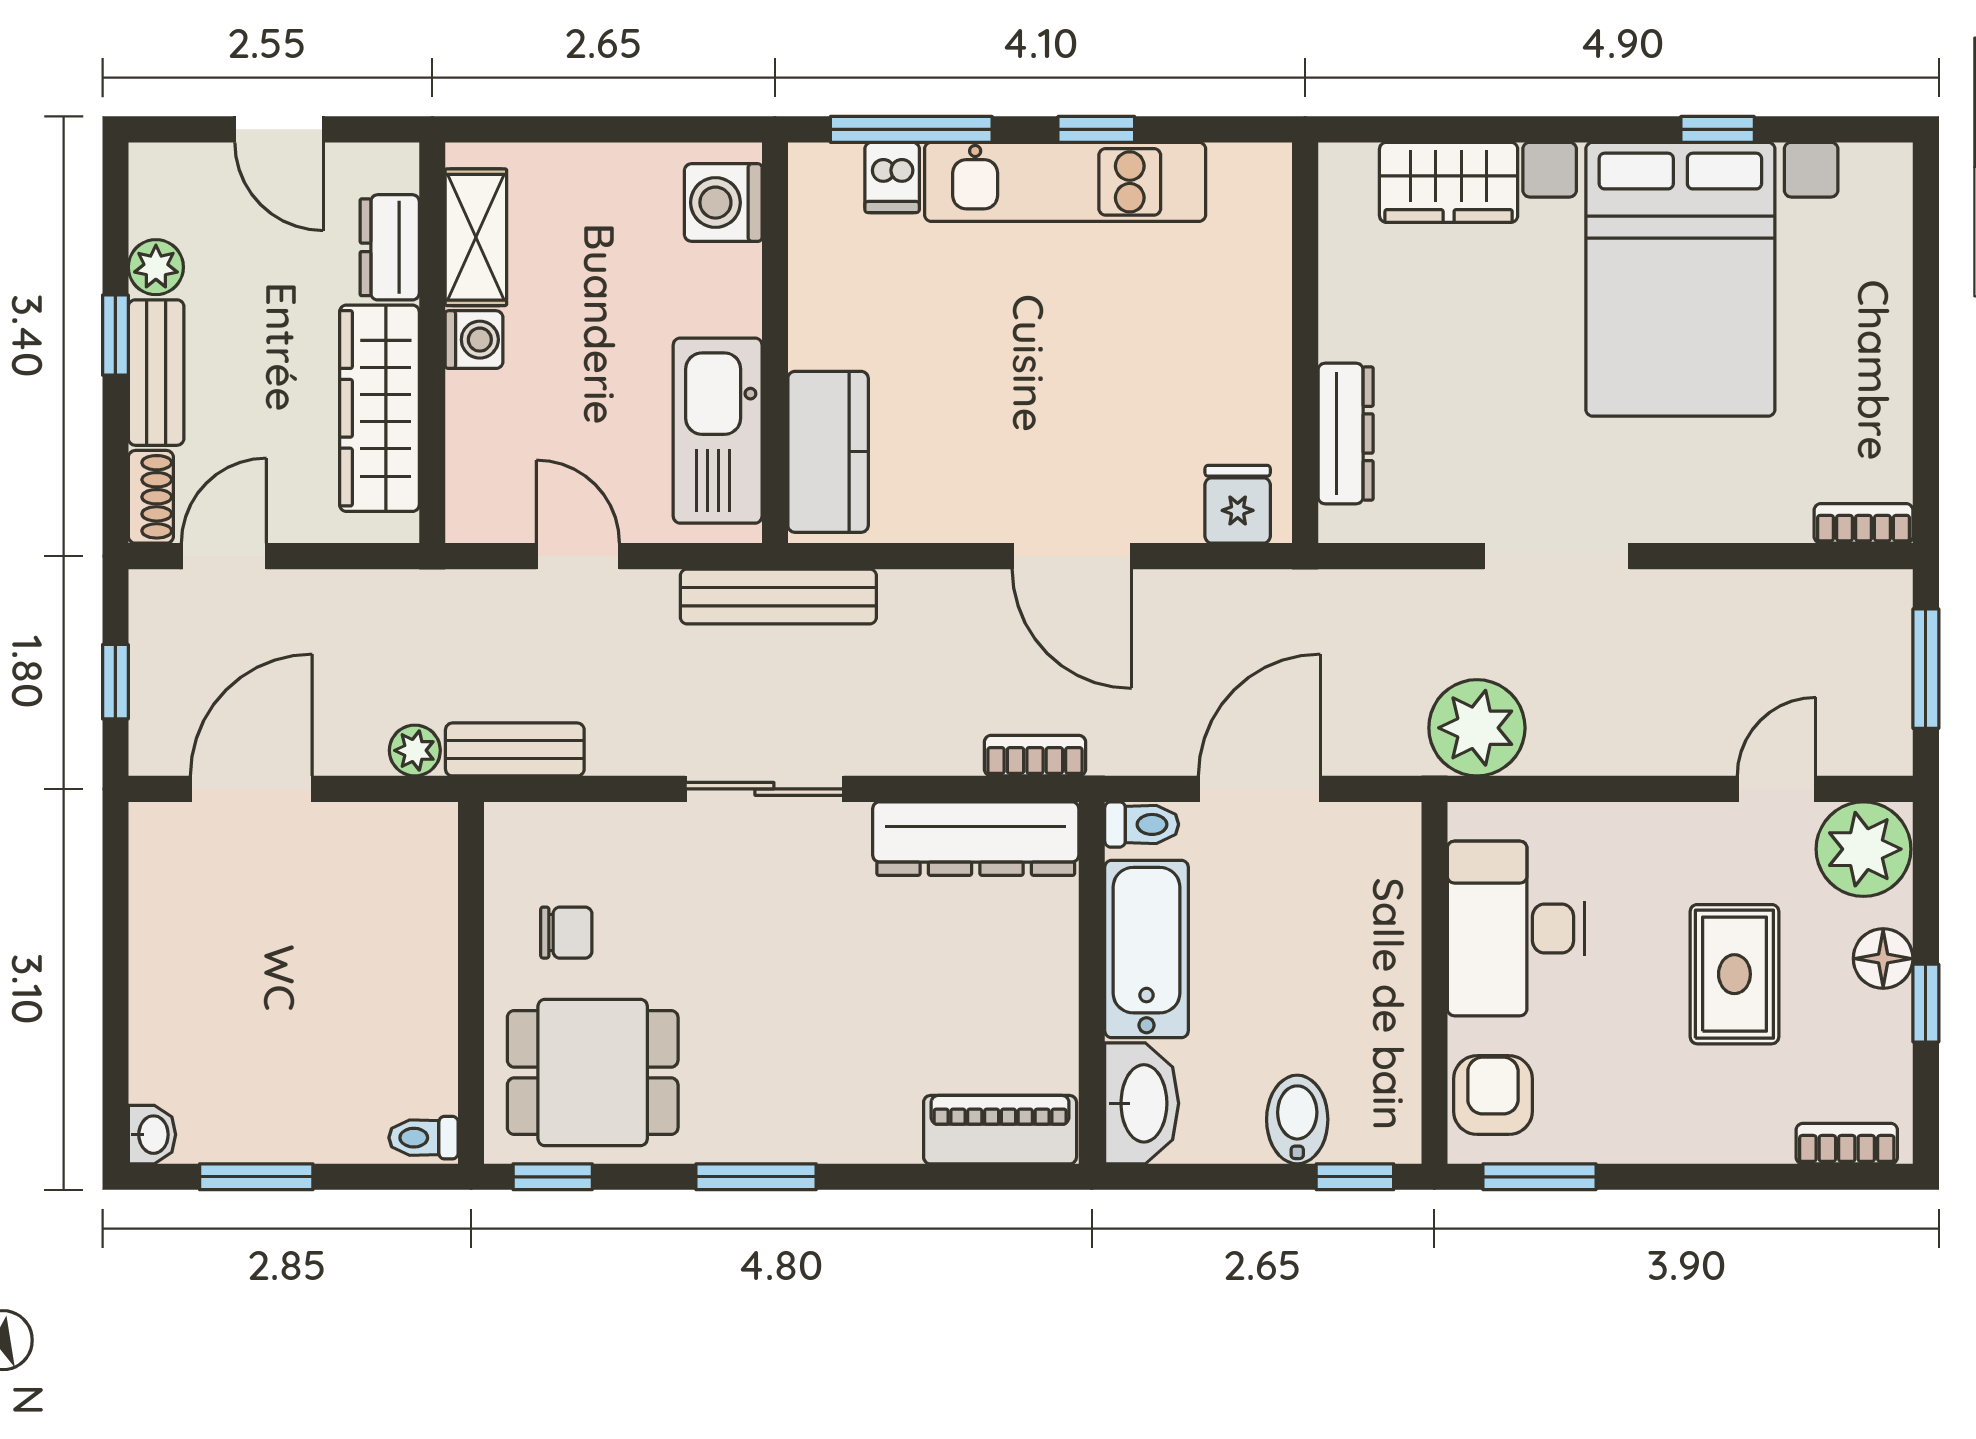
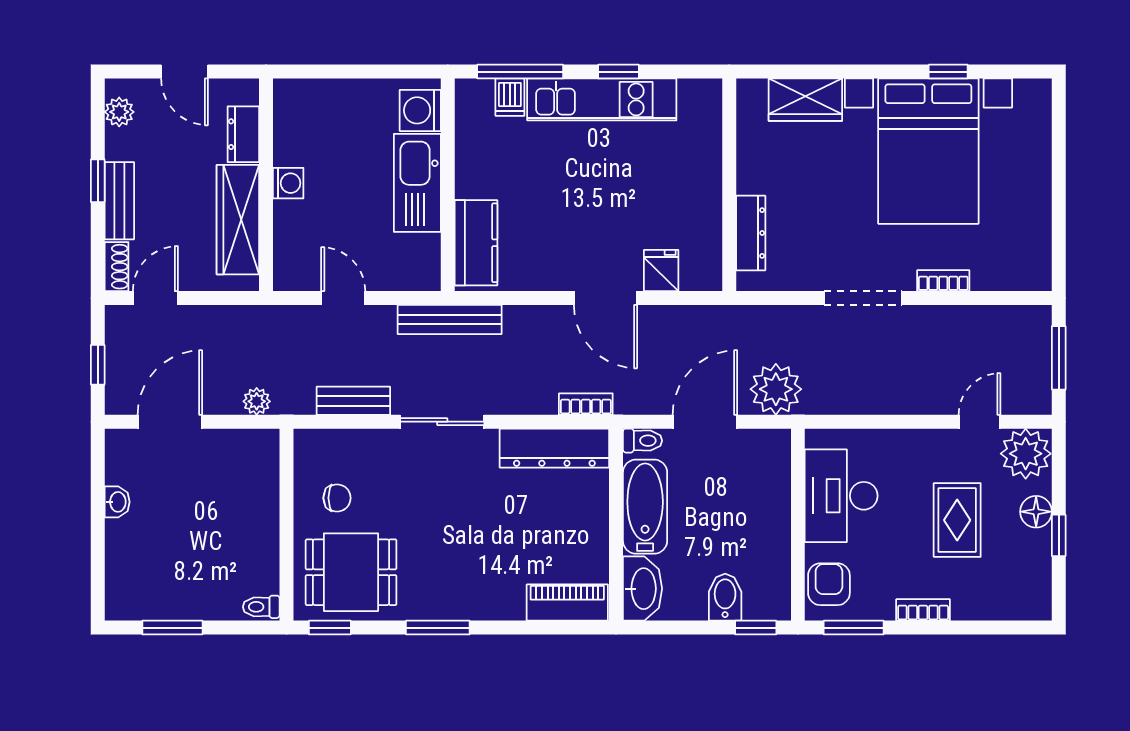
shelving: (476, 237) -> (289, 129), removed
plant: (156, 267) -> (119, 112), moved
kitchen sink: (718, 431) -> (417, 183), moved
fridge: (1238, 504) -> (661, 271), moved
bookcase: (1863, 523) -> (943, 281), moved
plant: (1477, 728) -> (776, 389), moved
bench: (515, 749) -> (353, 401), moved
washbasin: (152, 1135) -> (117, 502), moved
bookcase: (1847, 1144) -> (923, 610), moved

